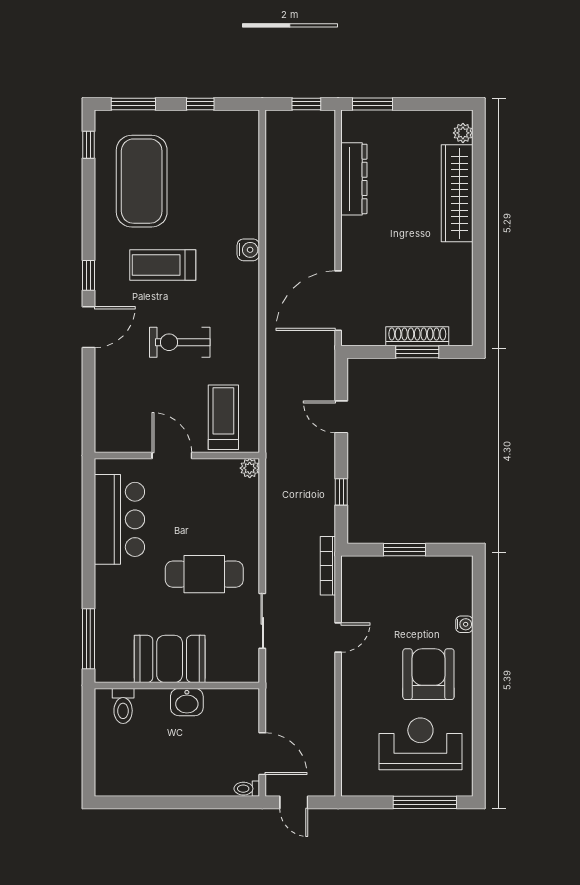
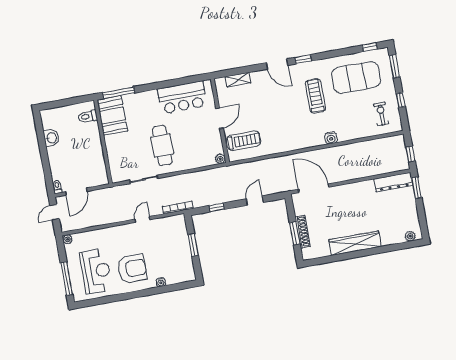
dresser: (354, 179) -> (393, 182), moved
wardrobe: (457, 193) -> (355, 243), moved
exercise bike: (180, 342) -> (381, 114), moved, width x0.73, depth x0.72
shelving: (105, 407) -> (238, 80), added
door: (338, 638) -> (142, 219), swing flipped
booth: (170, 659) -> (112, 116), moved
washbasin: (187, 702) -> (51, 138), moved, turned 180
plant: (350, 787) -> (67, 239), added

